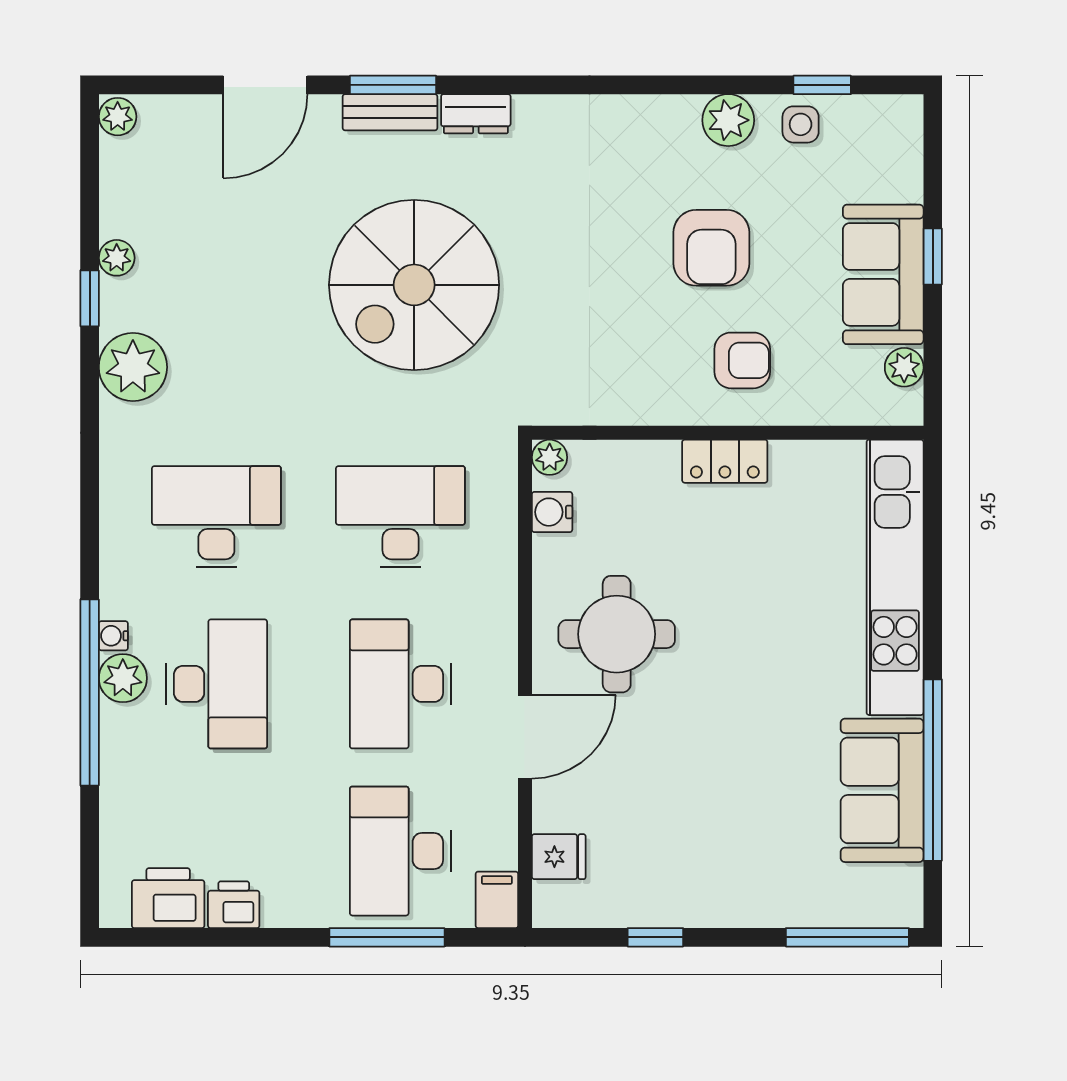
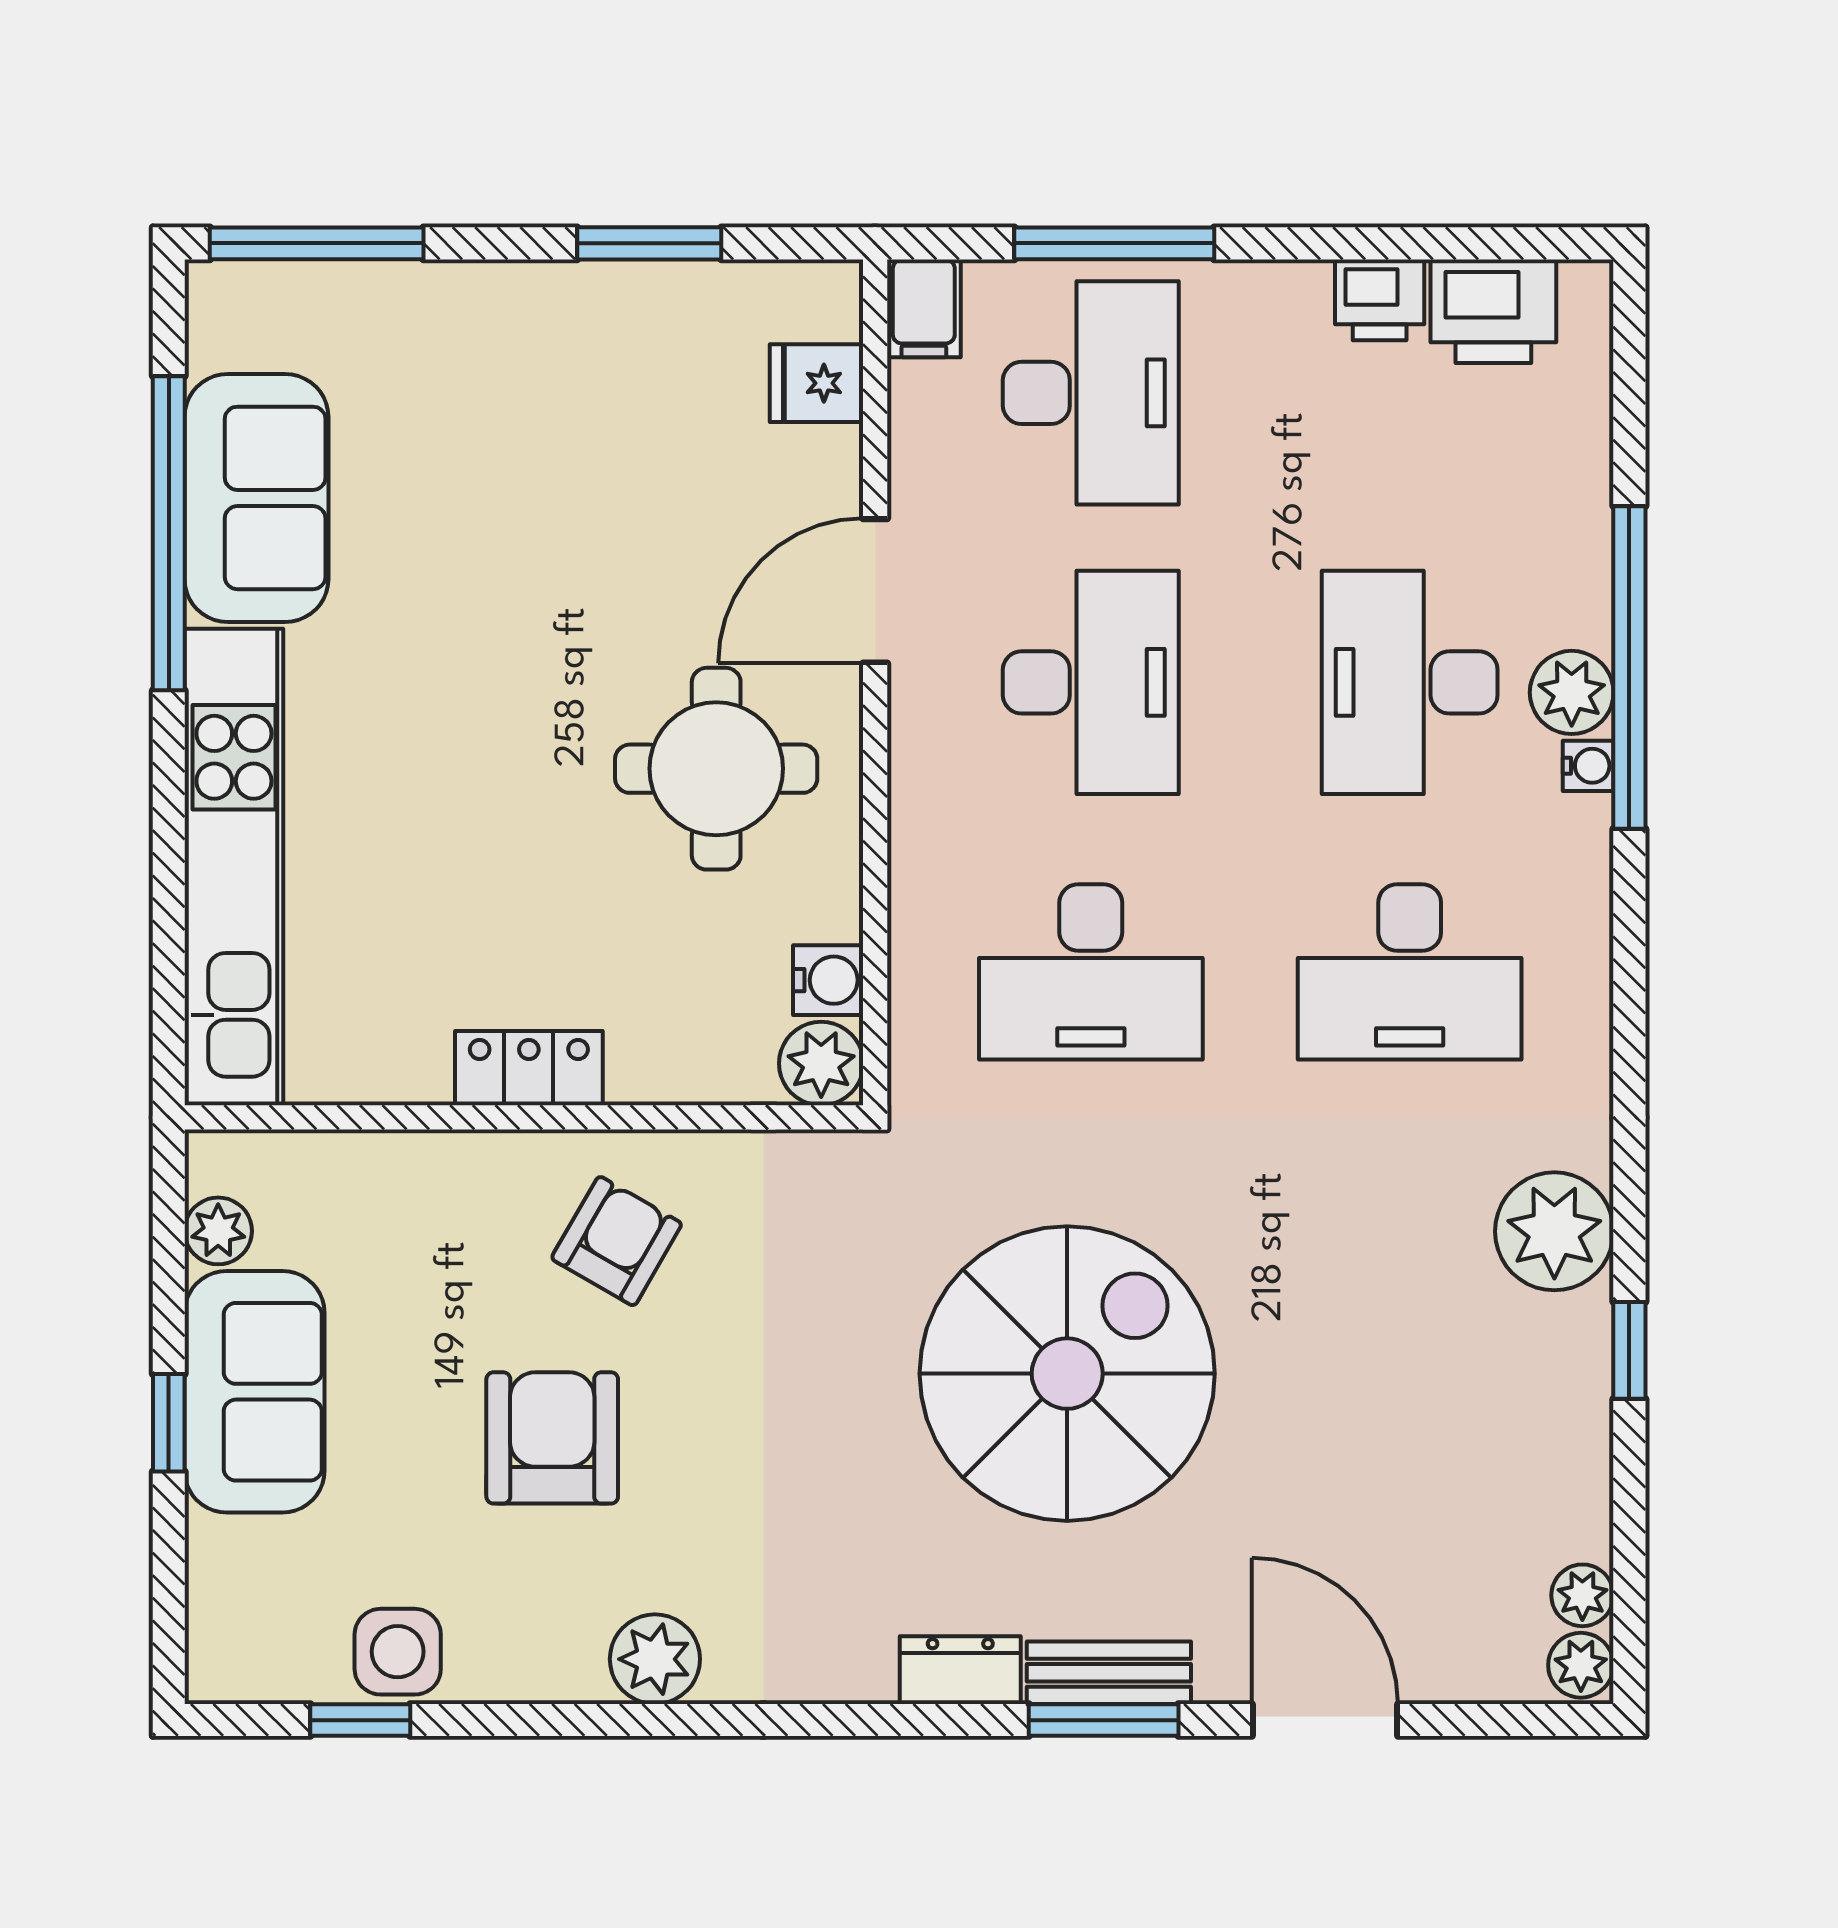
door: (265, 85) -> (1325, 1720), hinge flipped
plant: (728, 120) -> (655, 1659), moved
side table: (801, 124) -> (398, 1652), width x1.37, depth x1.37
plant: (117, 258) -> (1582, 1595), moved
armchair: (742, 360) -> (617, 1241), moved, turned 120
plant: (550, 457) -> (821, 1063), width x1.38, depth x1.38
window: (655, 937) -> (649, 243), width x1.50

